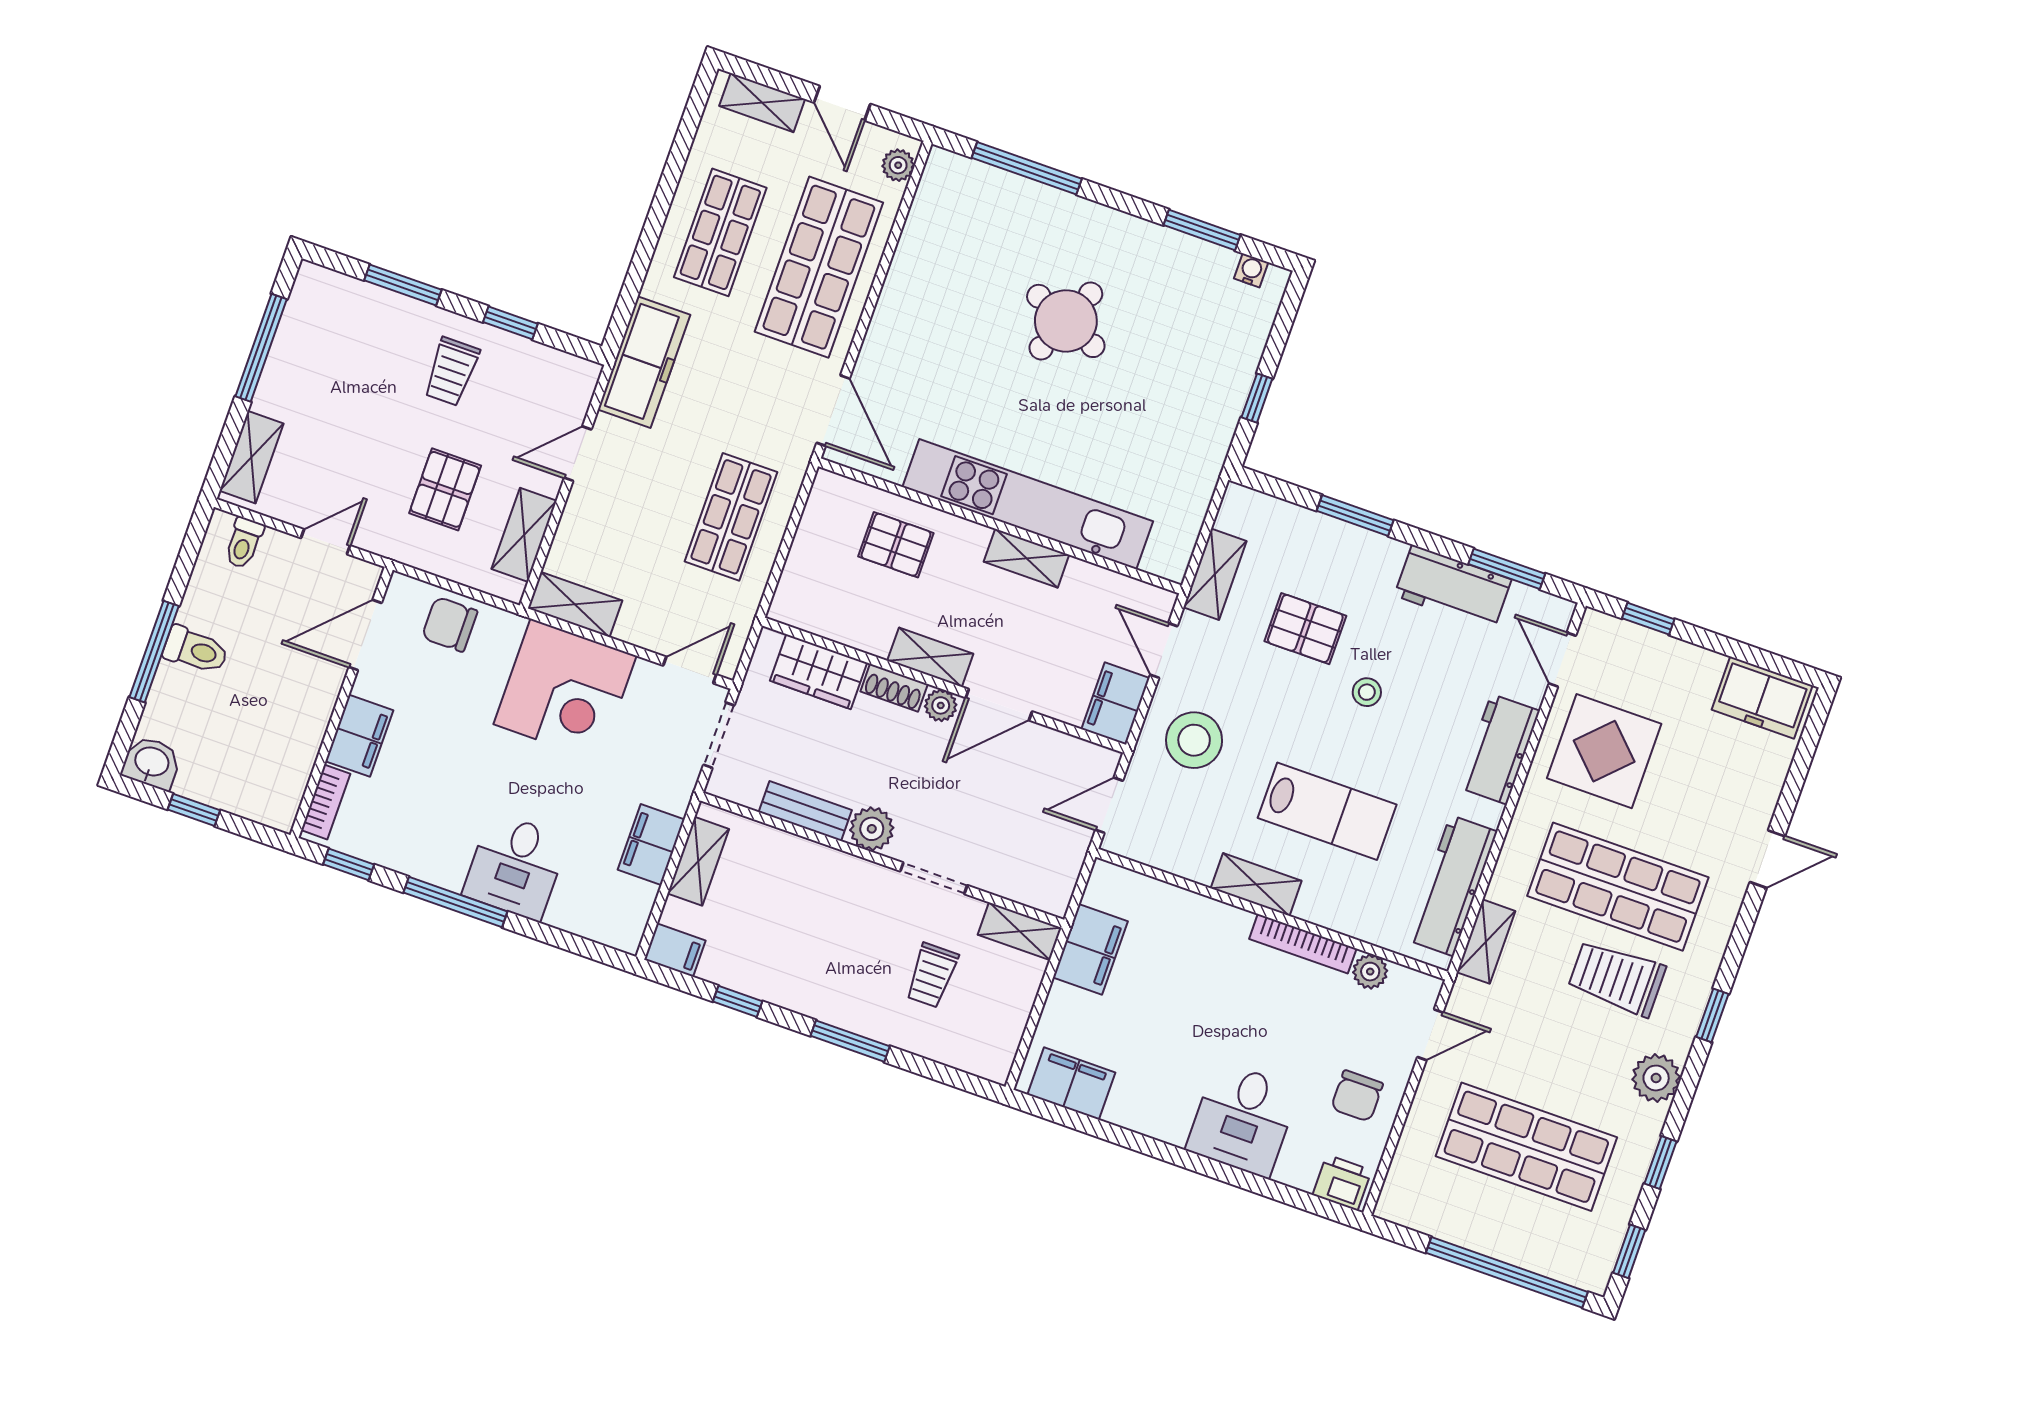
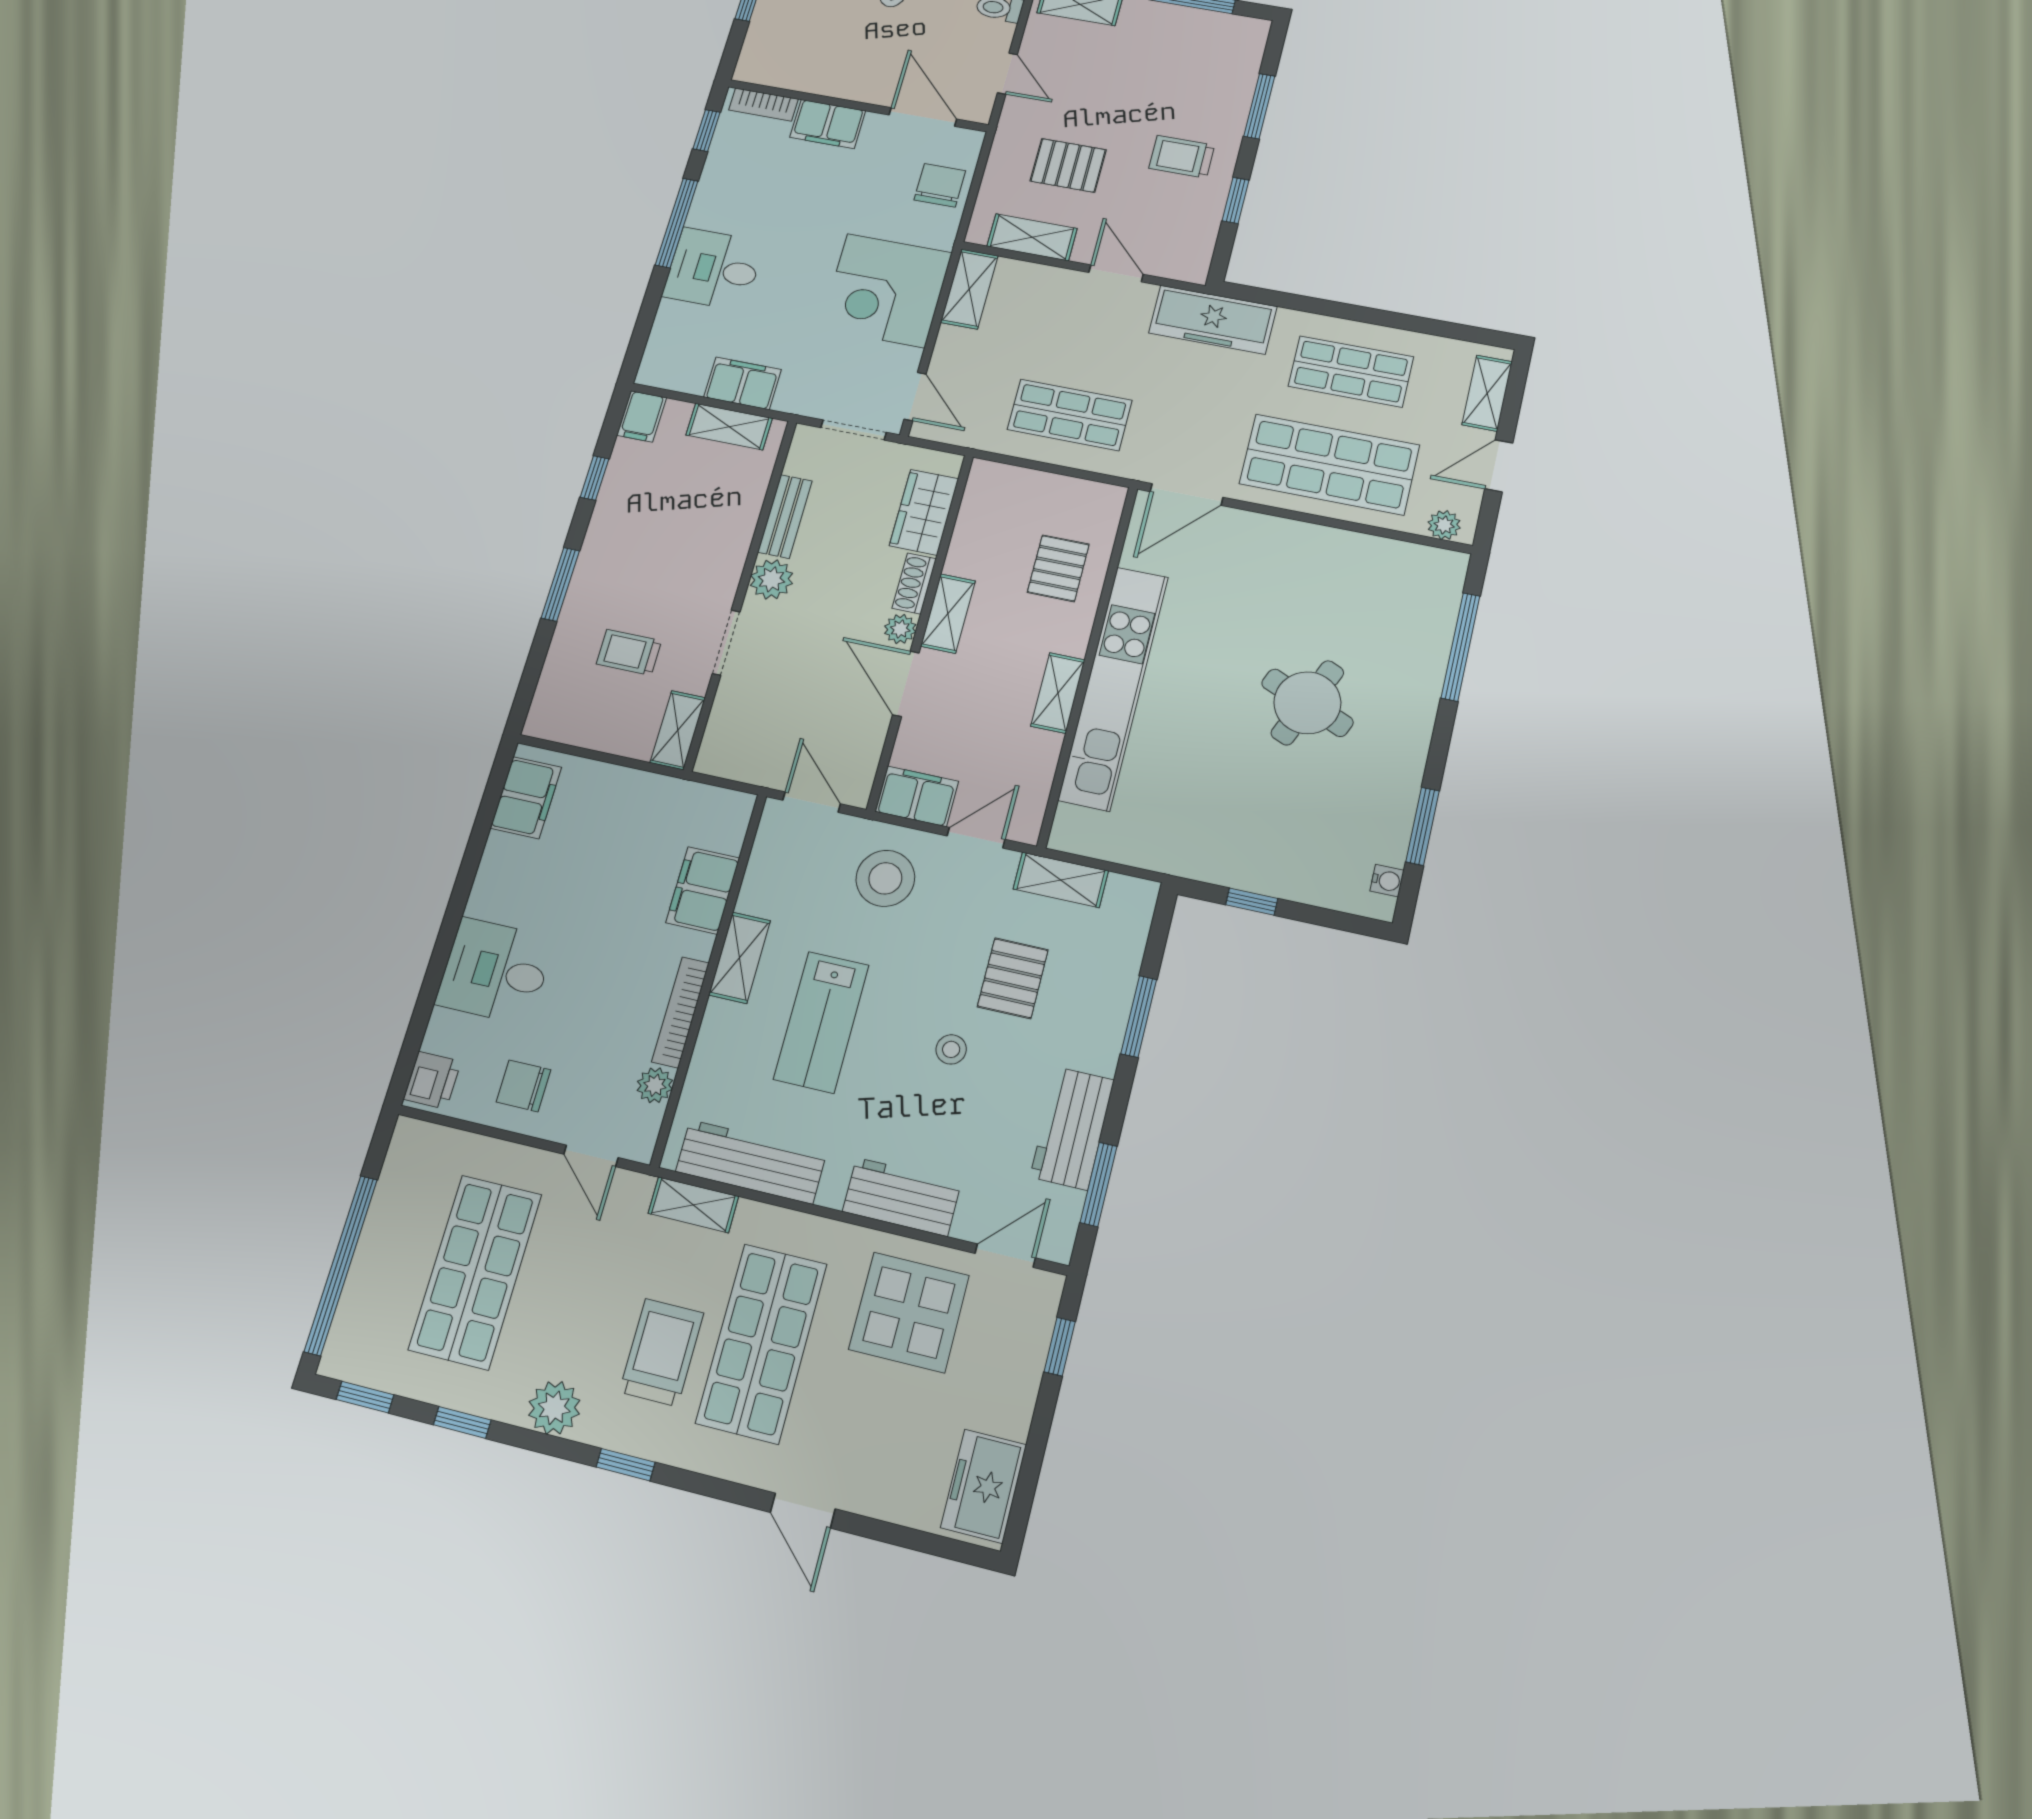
filing cabinet: (1090, 949) -> (703, 890), moved, turned 90

